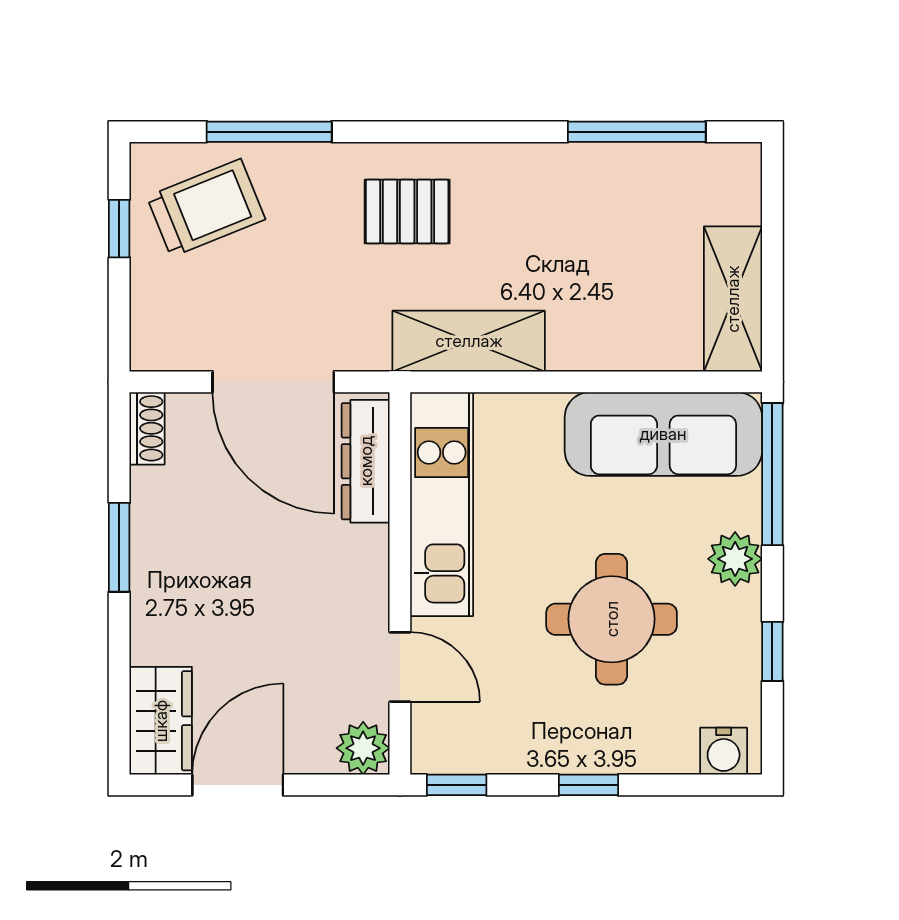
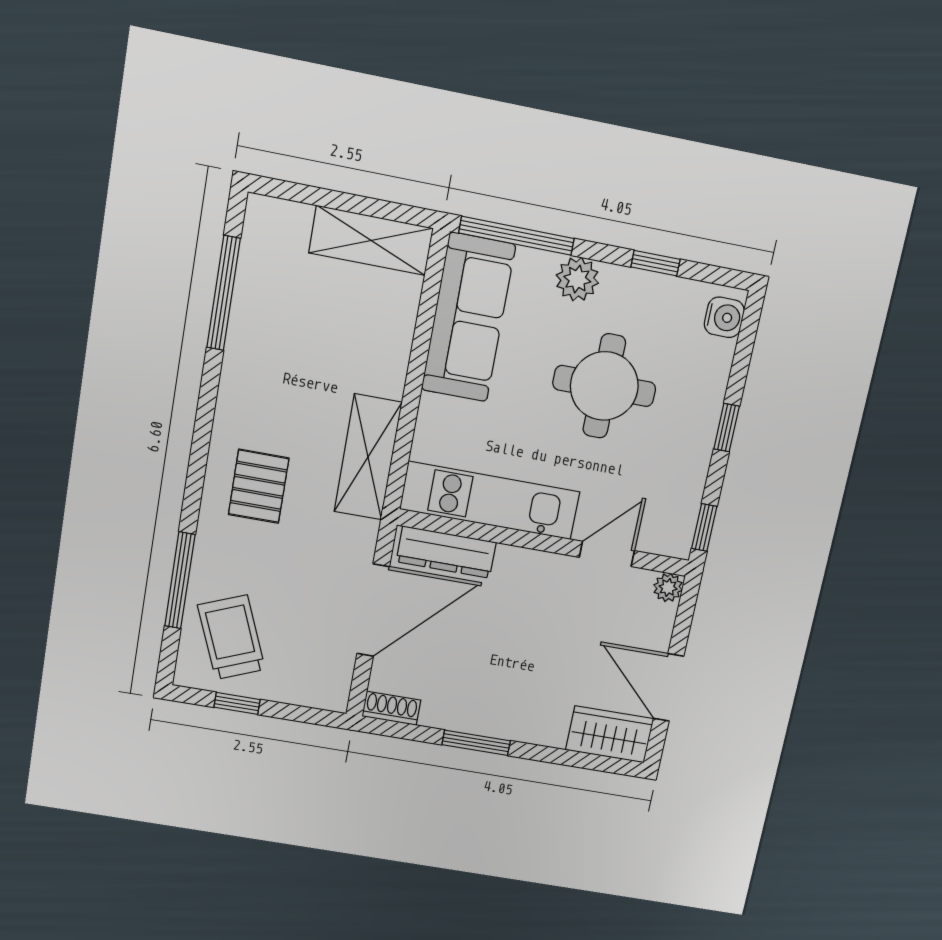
plant: (363, 748) -> (668, 588), width x0.73, depth x0.73

